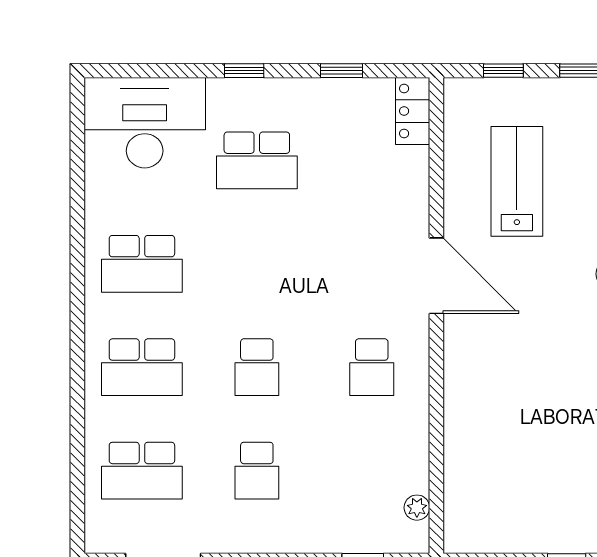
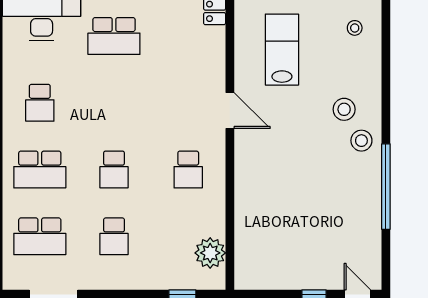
school desk: (142, 264) -> (40, 103), width x0.54
door: (436, 276) -> (230, 110), width x0.73
plant: (417, 508) -> (210, 253), width x1.88, depth x1.88

